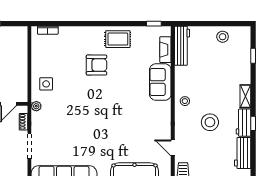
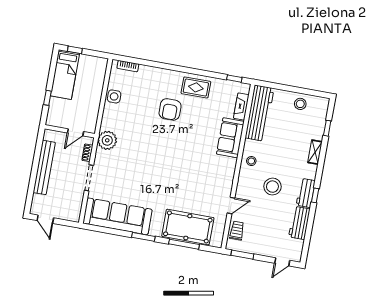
workbench: (182, 46) -> (260, 113), width x1.36, depth x1.32
armchair: (96, 65) -> (170, 109), turned 90
side table: (46, 84) -> (114, 96), moved
shelving: (245, 96) -> (315, 152), moved
plant: (36, 106) -> (107, 140), width x1.88, depth x1.88
door: (173, 148) -> (231, 205), swing flipped

